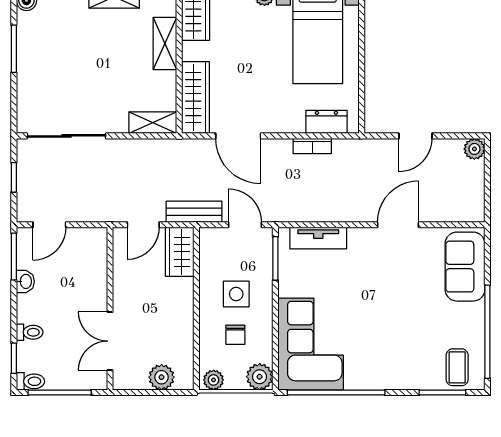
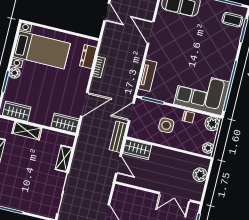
wardrobe: (195, 98) -> (65, 123), width x0.67
shelving: (153, 123) -> (64, 159), moved
chair: (235, 335) -> (188, 117), moved

